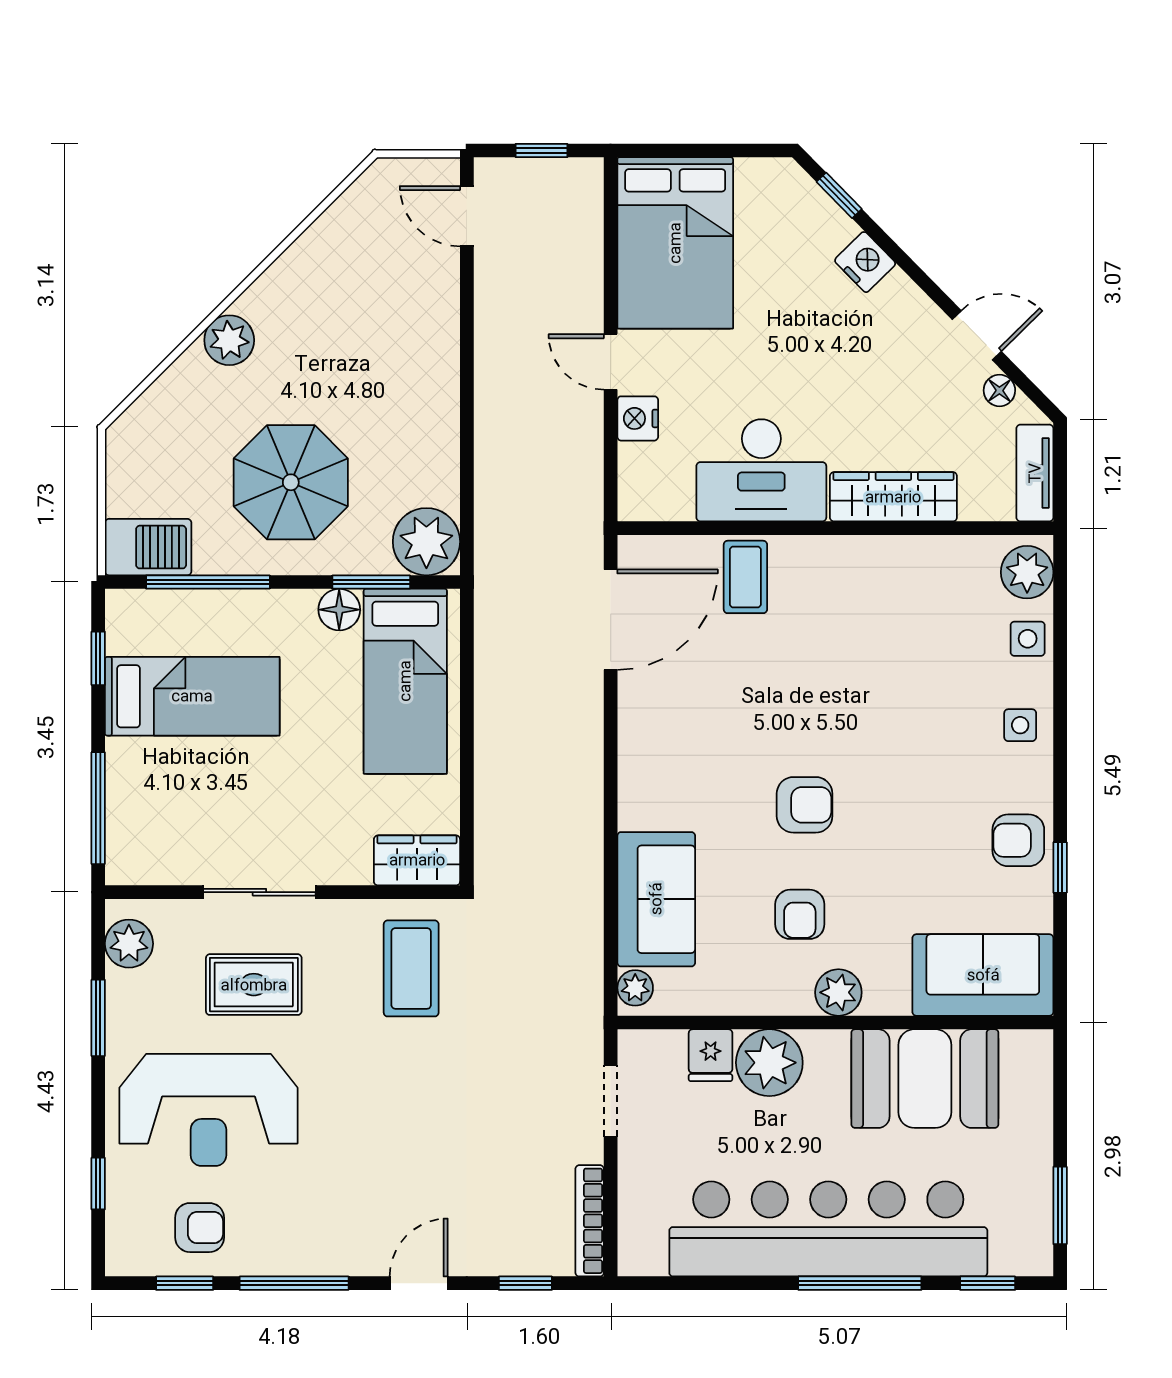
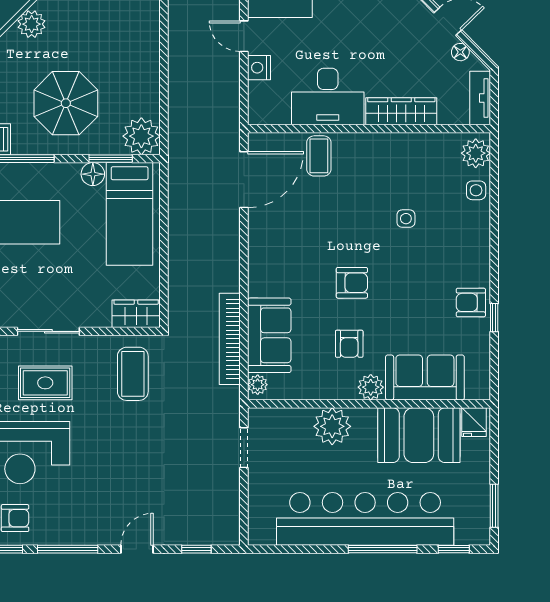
side table: (1020, 725) -> (406, 219), moved
sofa: (983, 975) -> (425, 377), moved
fridge: (711, 1055) -> (474, 422), moved
bookcase: (590, 1221) -> (230, 339), moved, width x1.48, depth x1.31

